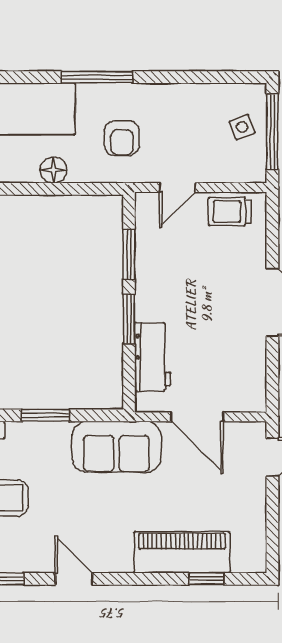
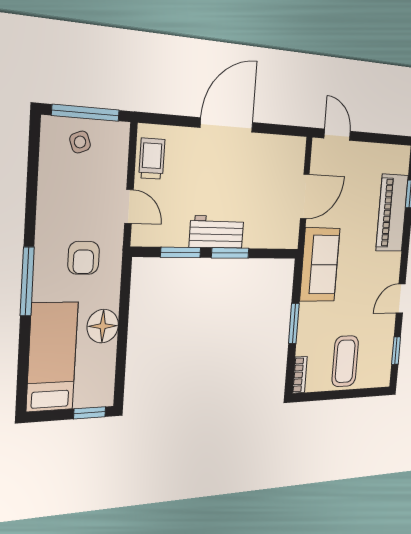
armchair: (122, 138) -> (84, 258), turned 90
floor lamp: (54, 170) -> (103, 326), width x1.38, depth x1.38
trolley: (230, 212) -> (152, 159), turned 180
workbench: (153, 357) -> (217, 232), moved

